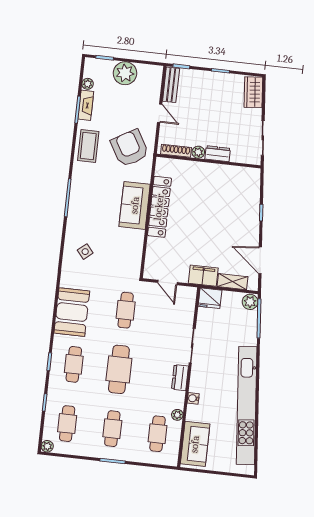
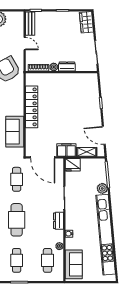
sofa: (135, 205) -> (15, 132), moved
door: (167, 283) -> (43, 157), width x1.88
plant: (250, 302) -> (102, 188), moved

